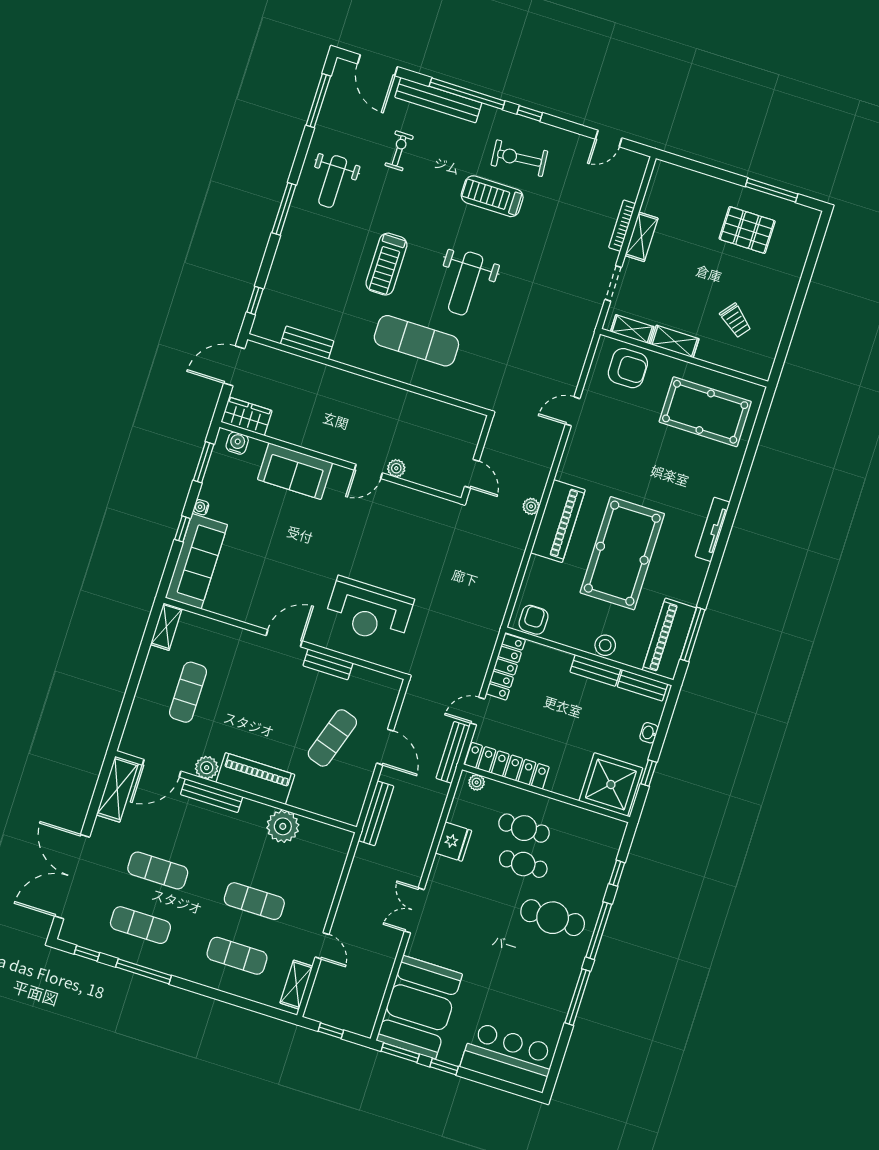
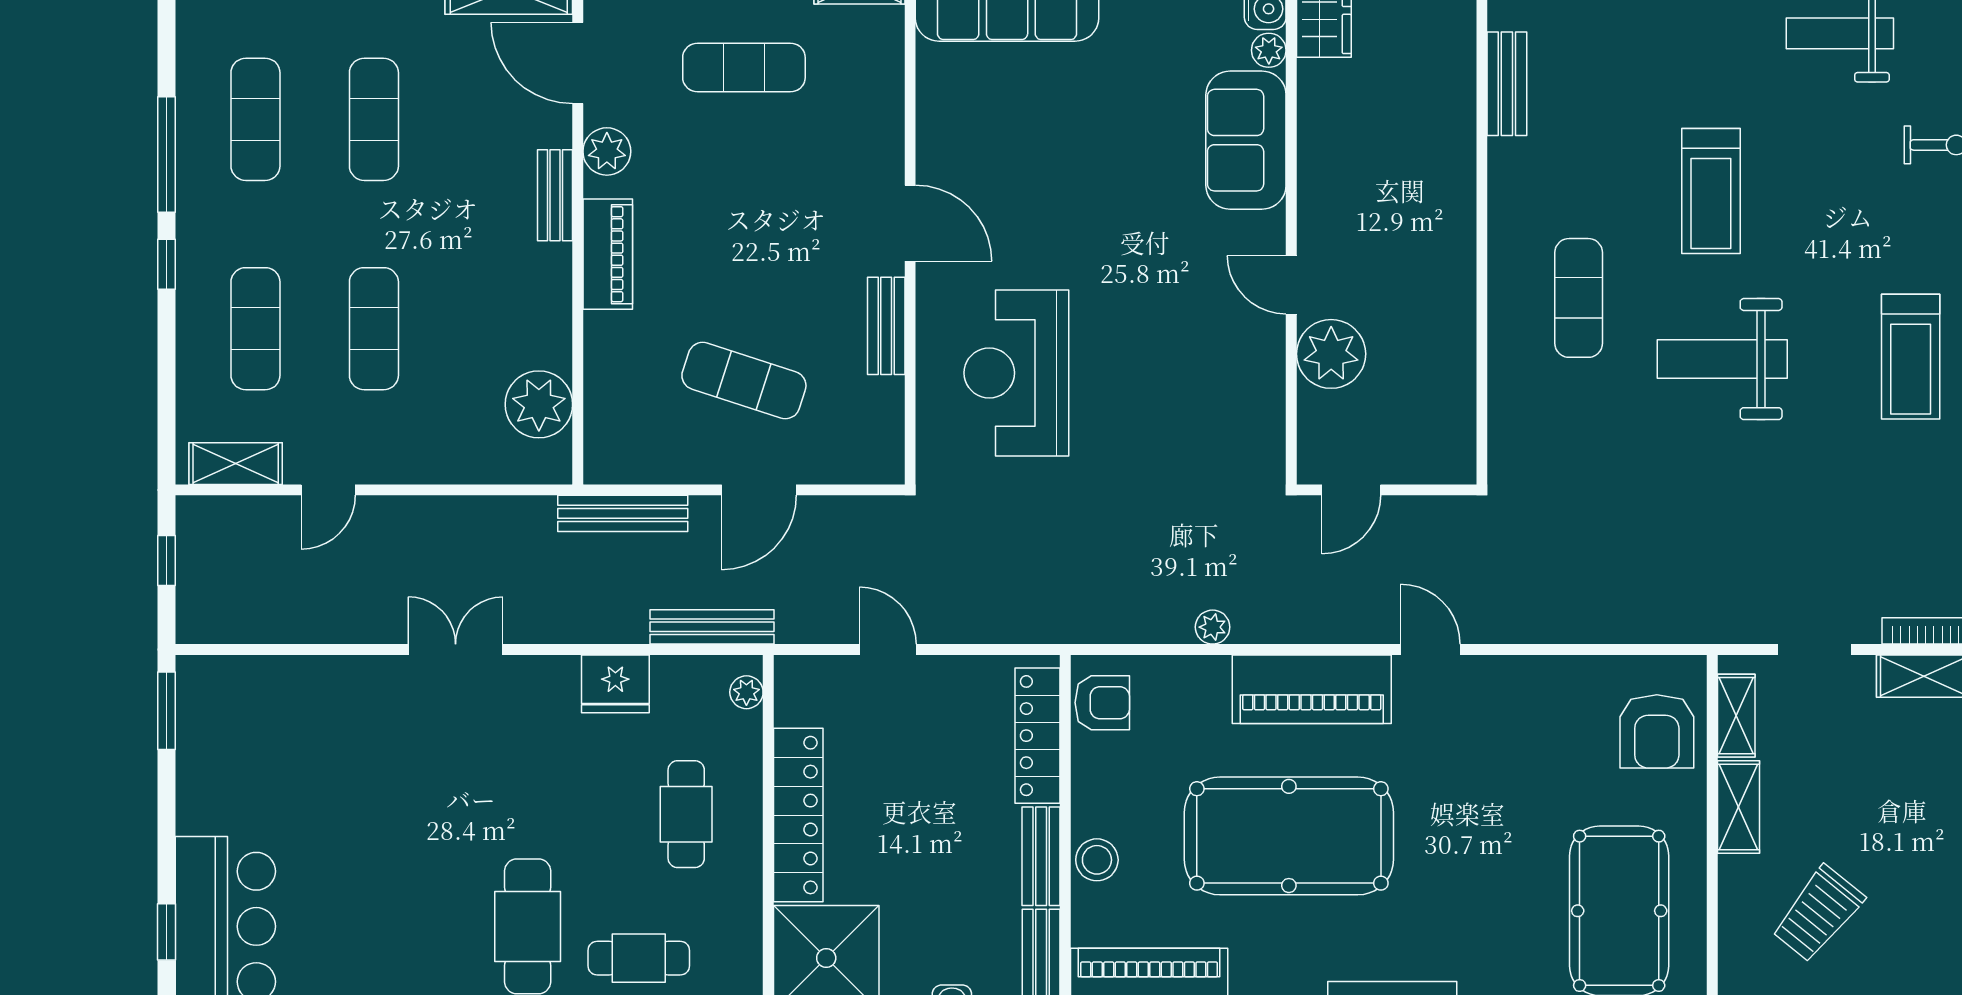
treadmill: (492, 196) -> (1911, 357), turned 180
treadmill: (386, 264) -> (1711, 191), turned -90
trolley: (736, 320) -> (1818, 914), width x1.36, depth x1.39
exercise mat: (416, 341) -> (1579, 298), width x0.73, depth x0.69
door: (573, 411) -> (1430, 649), moved
plant: (257, 447) -> (1269, 50), added
plant: (396, 468) -> (1331, 354), width x1.88, depth x1.88
plant: (531, 506) -> (1213, 627), moved
locker: (506, 667) -> (1038, 736), moved, turned 90
bench: (453, 752) -> (712, 627), moved
locker: (507, 766) -> (798, 815), moved
piano: (255, 779) -> (608, 254), width x0.73, depth x0.75
bench: (212, 796) -> (555, 195), width x0.73
plant: (283, 826) -> (539, 404), moved
cafe table: (523, 864) -> (639, 958), moved, turned 90
window: (87, 953) -> (166, 264), moved
booth: (419, 1007) -> (268, 720), removed
window: (444, 1067) -> (166, 932), moved

